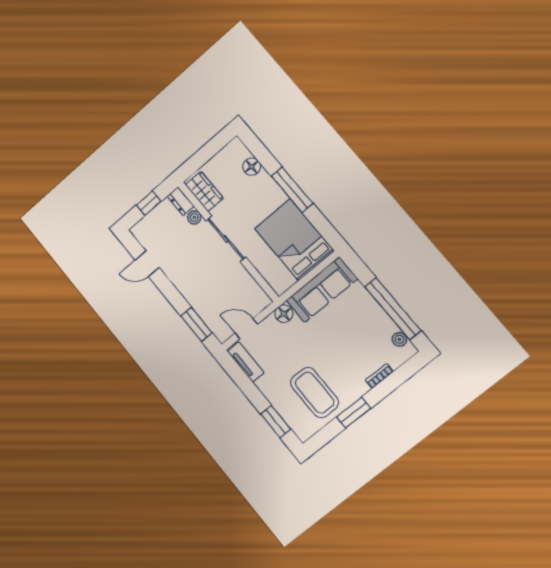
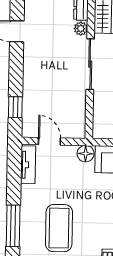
window: (197, 324) -> (15, 107), width x0.67
window: (276, 422) -> (13, 226), width x1.44

